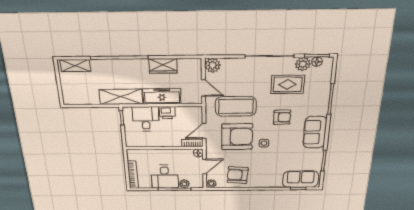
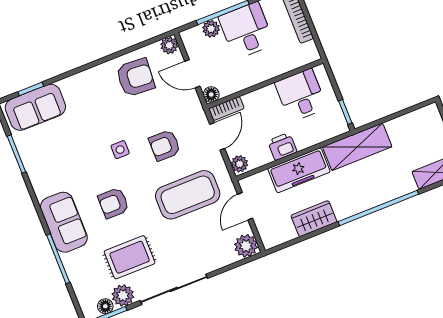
door: (204, 88) -> (245, 206), hinge flipped
plant: (197, 112) -> (240, 164), added
desk: (146, 119) -> (301, 95), moved, turned 180
sofa: (315, 132) -> (64, 222), moved
armchair: (237, 137) -> (165, 145), width x0.53, depth x0.53
door: (205, 166) -> (192, 74), hinge flipped

